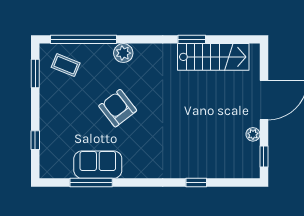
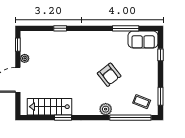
sofa: (98, 165) -> (143, 40), moved

